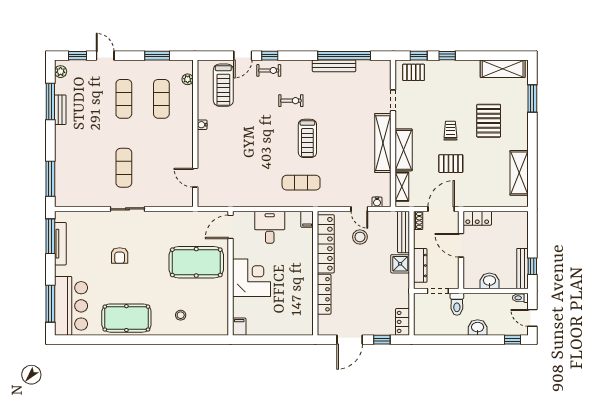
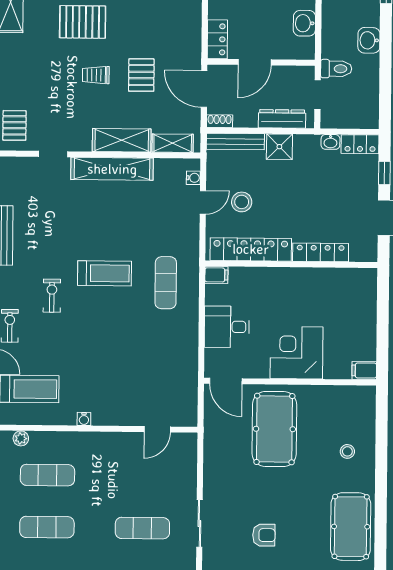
washbasin: (404, 301) -> (330, 142), added

